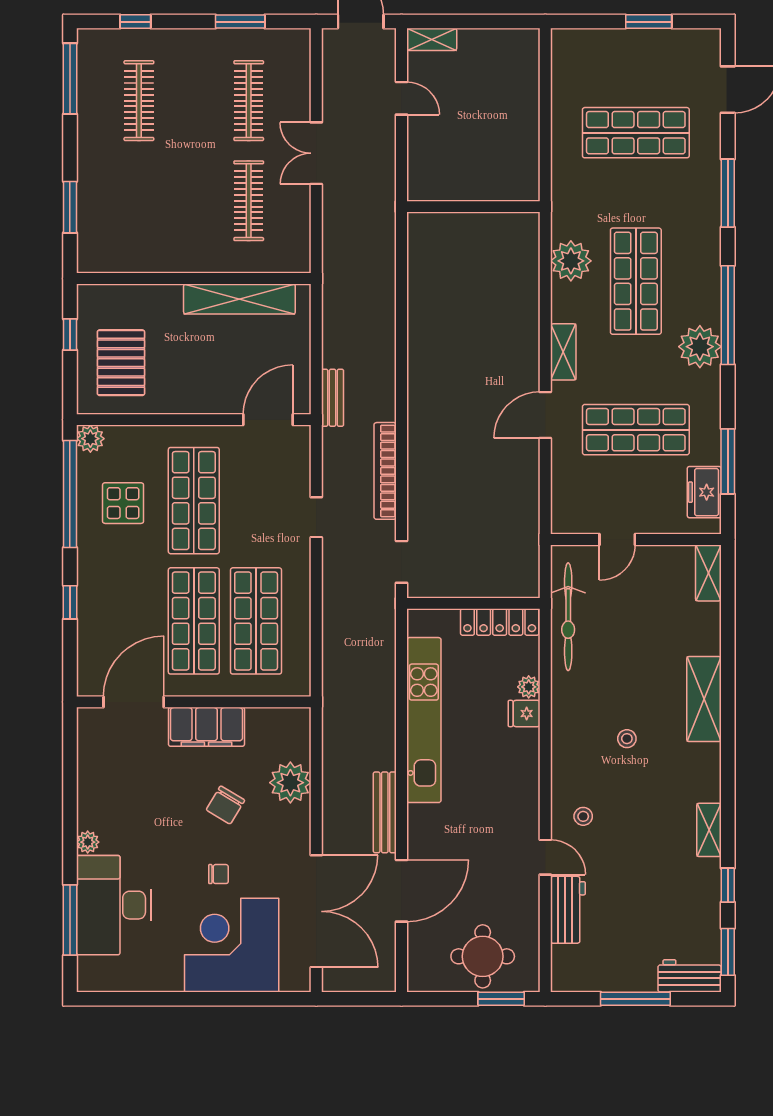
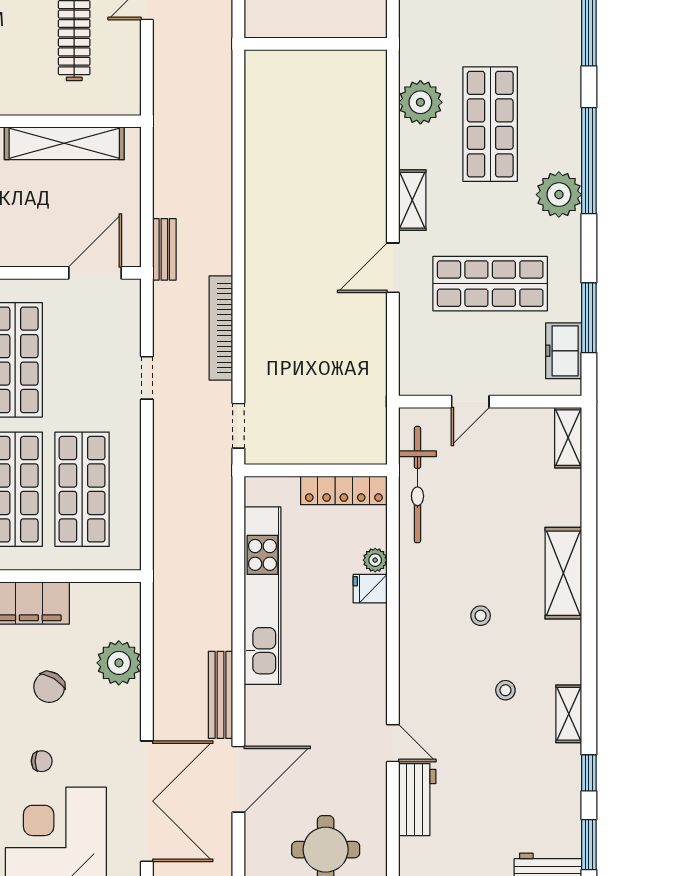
stool: (583, 816) -> (505, 690), moved

